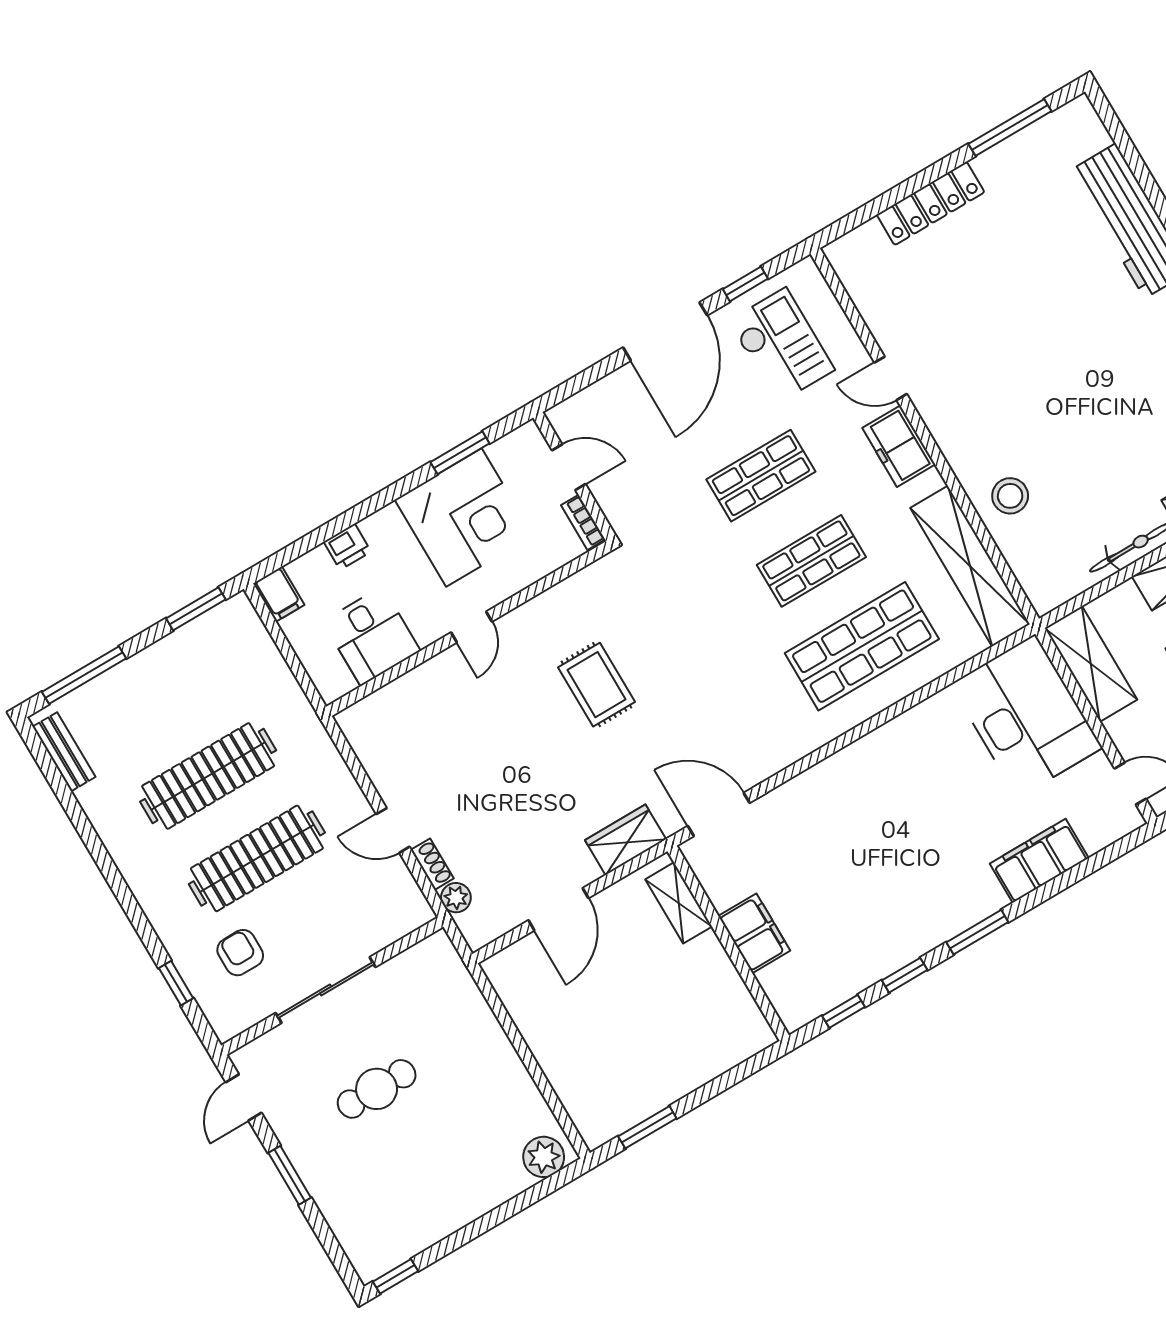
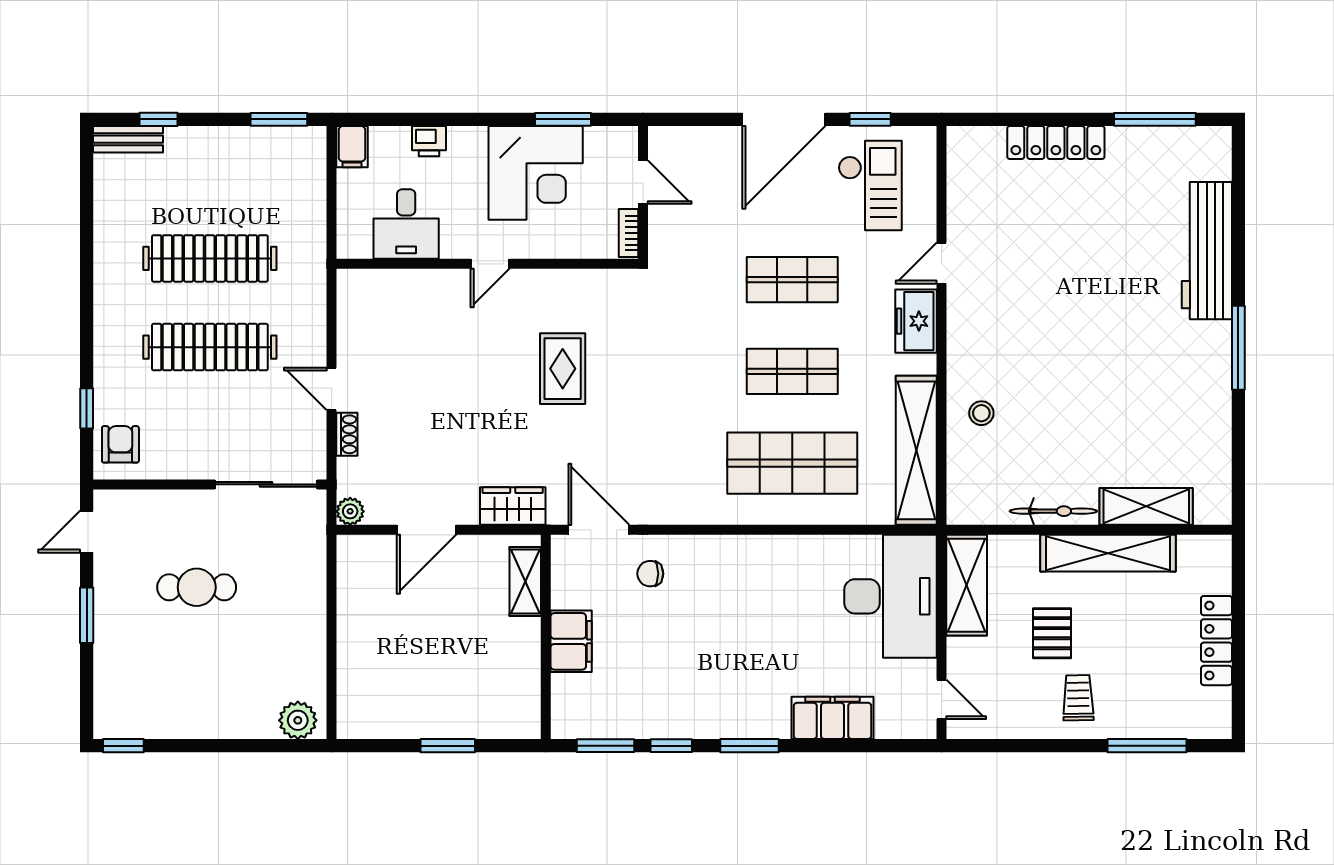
door: (891, 378) -> (942, 263), hinge flipped
stool: (1010, 496) -> (981, 413), width x0.73, depth x0.73
window: (84, 675) -> (159, 119), width x0.46
bench: (64, 752) -> (128, 139), moved, turned 90
chair: (791, 827) -> (650, 574), added
plant: (456, 898) -> (350, 511), moved
armchair: (240, 953) -> (120, 444), moved
sliding door: (326, 990) -> (266, 484), moved
window: (843, 1011) -> (605, 746), width x1.50
window: (647, 1127) -> (448, 746), moved

